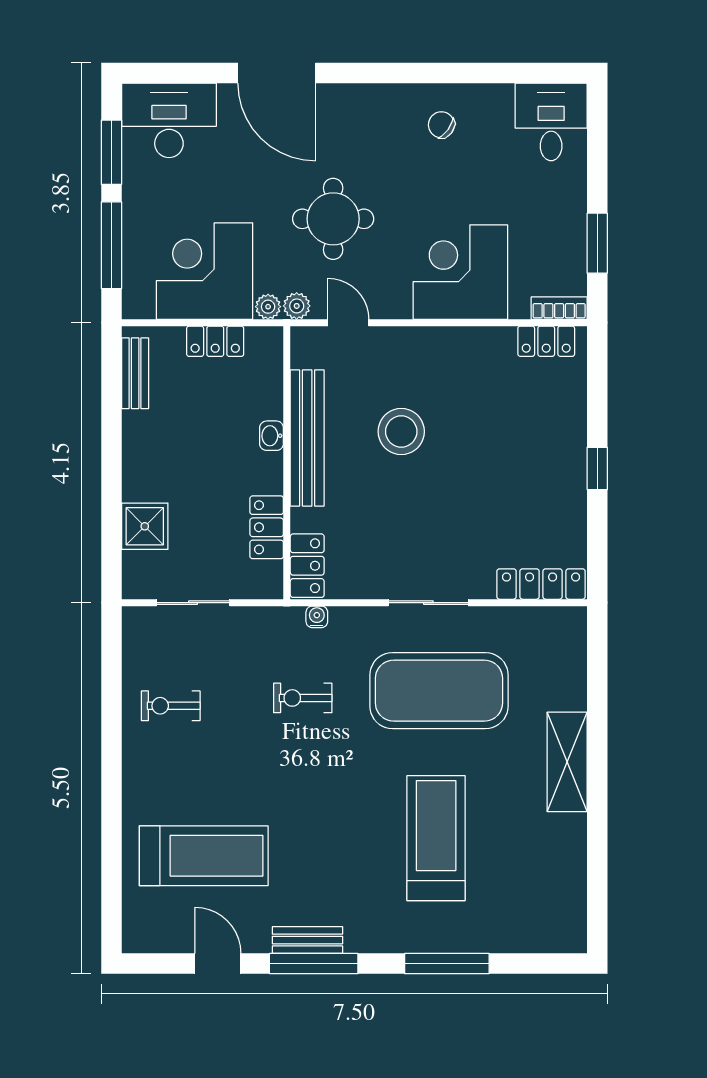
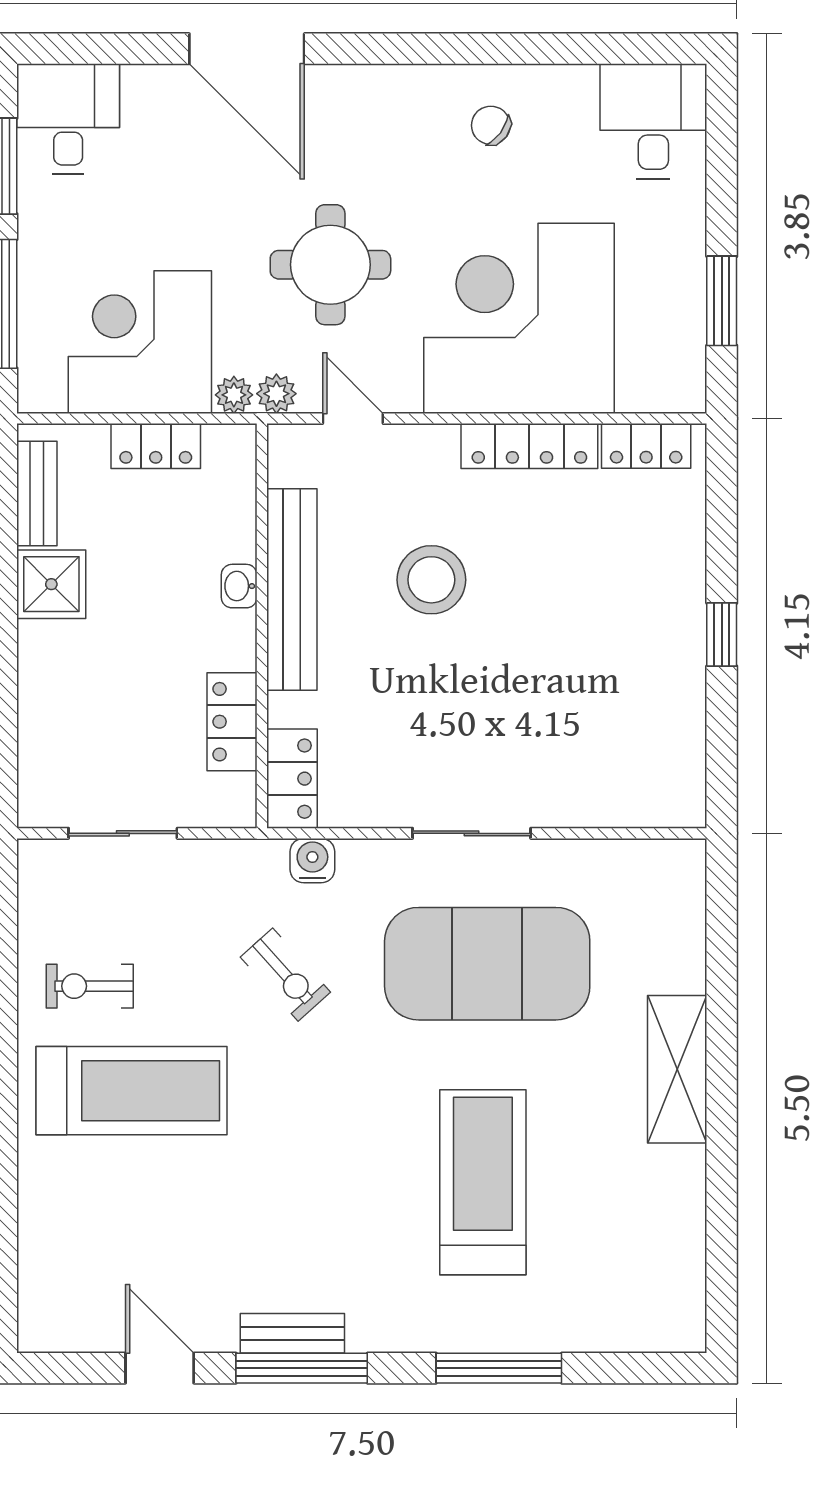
desk: (169, 120) -> (68, 119), width x0.73
corner desk: (460, 272) -> (519, 318), width x1.36, depth x1.36
bookcase: (559, 308) -> (665, 397), removed
shower: (145, 526) -> (51, 584), moved
locker: (541, 584) -> (529, 446), moved, turned 180
water cooler: (317, 617) -> (312, 861), width x1.38, depth x1.38
exercise bike: (303, 698) -> (285, 975), turned -132
treadmill: (204, 856) -> (131, 1091), moved

